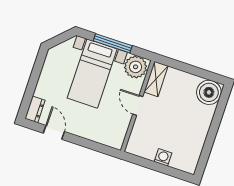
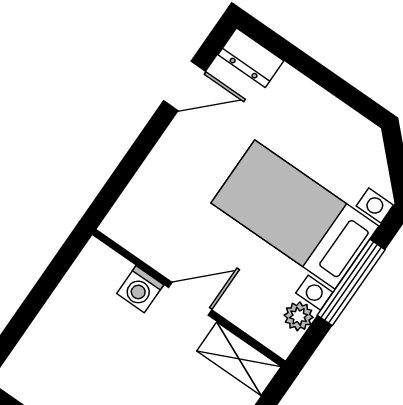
plant: (136, 67) -> (299, 316), width x0.53, depth x0.53
washing machine: (163, 157) -> (140, 289), moved, turned 90

